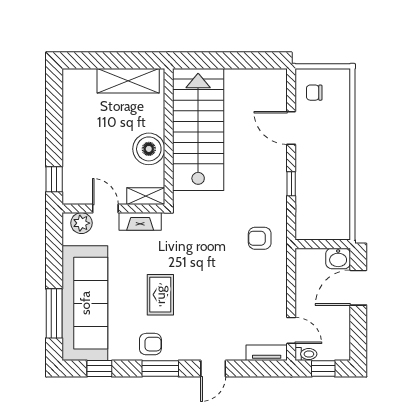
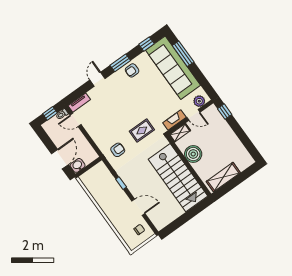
rug: (160, 295) -> (142, 131), moved, turned 90

